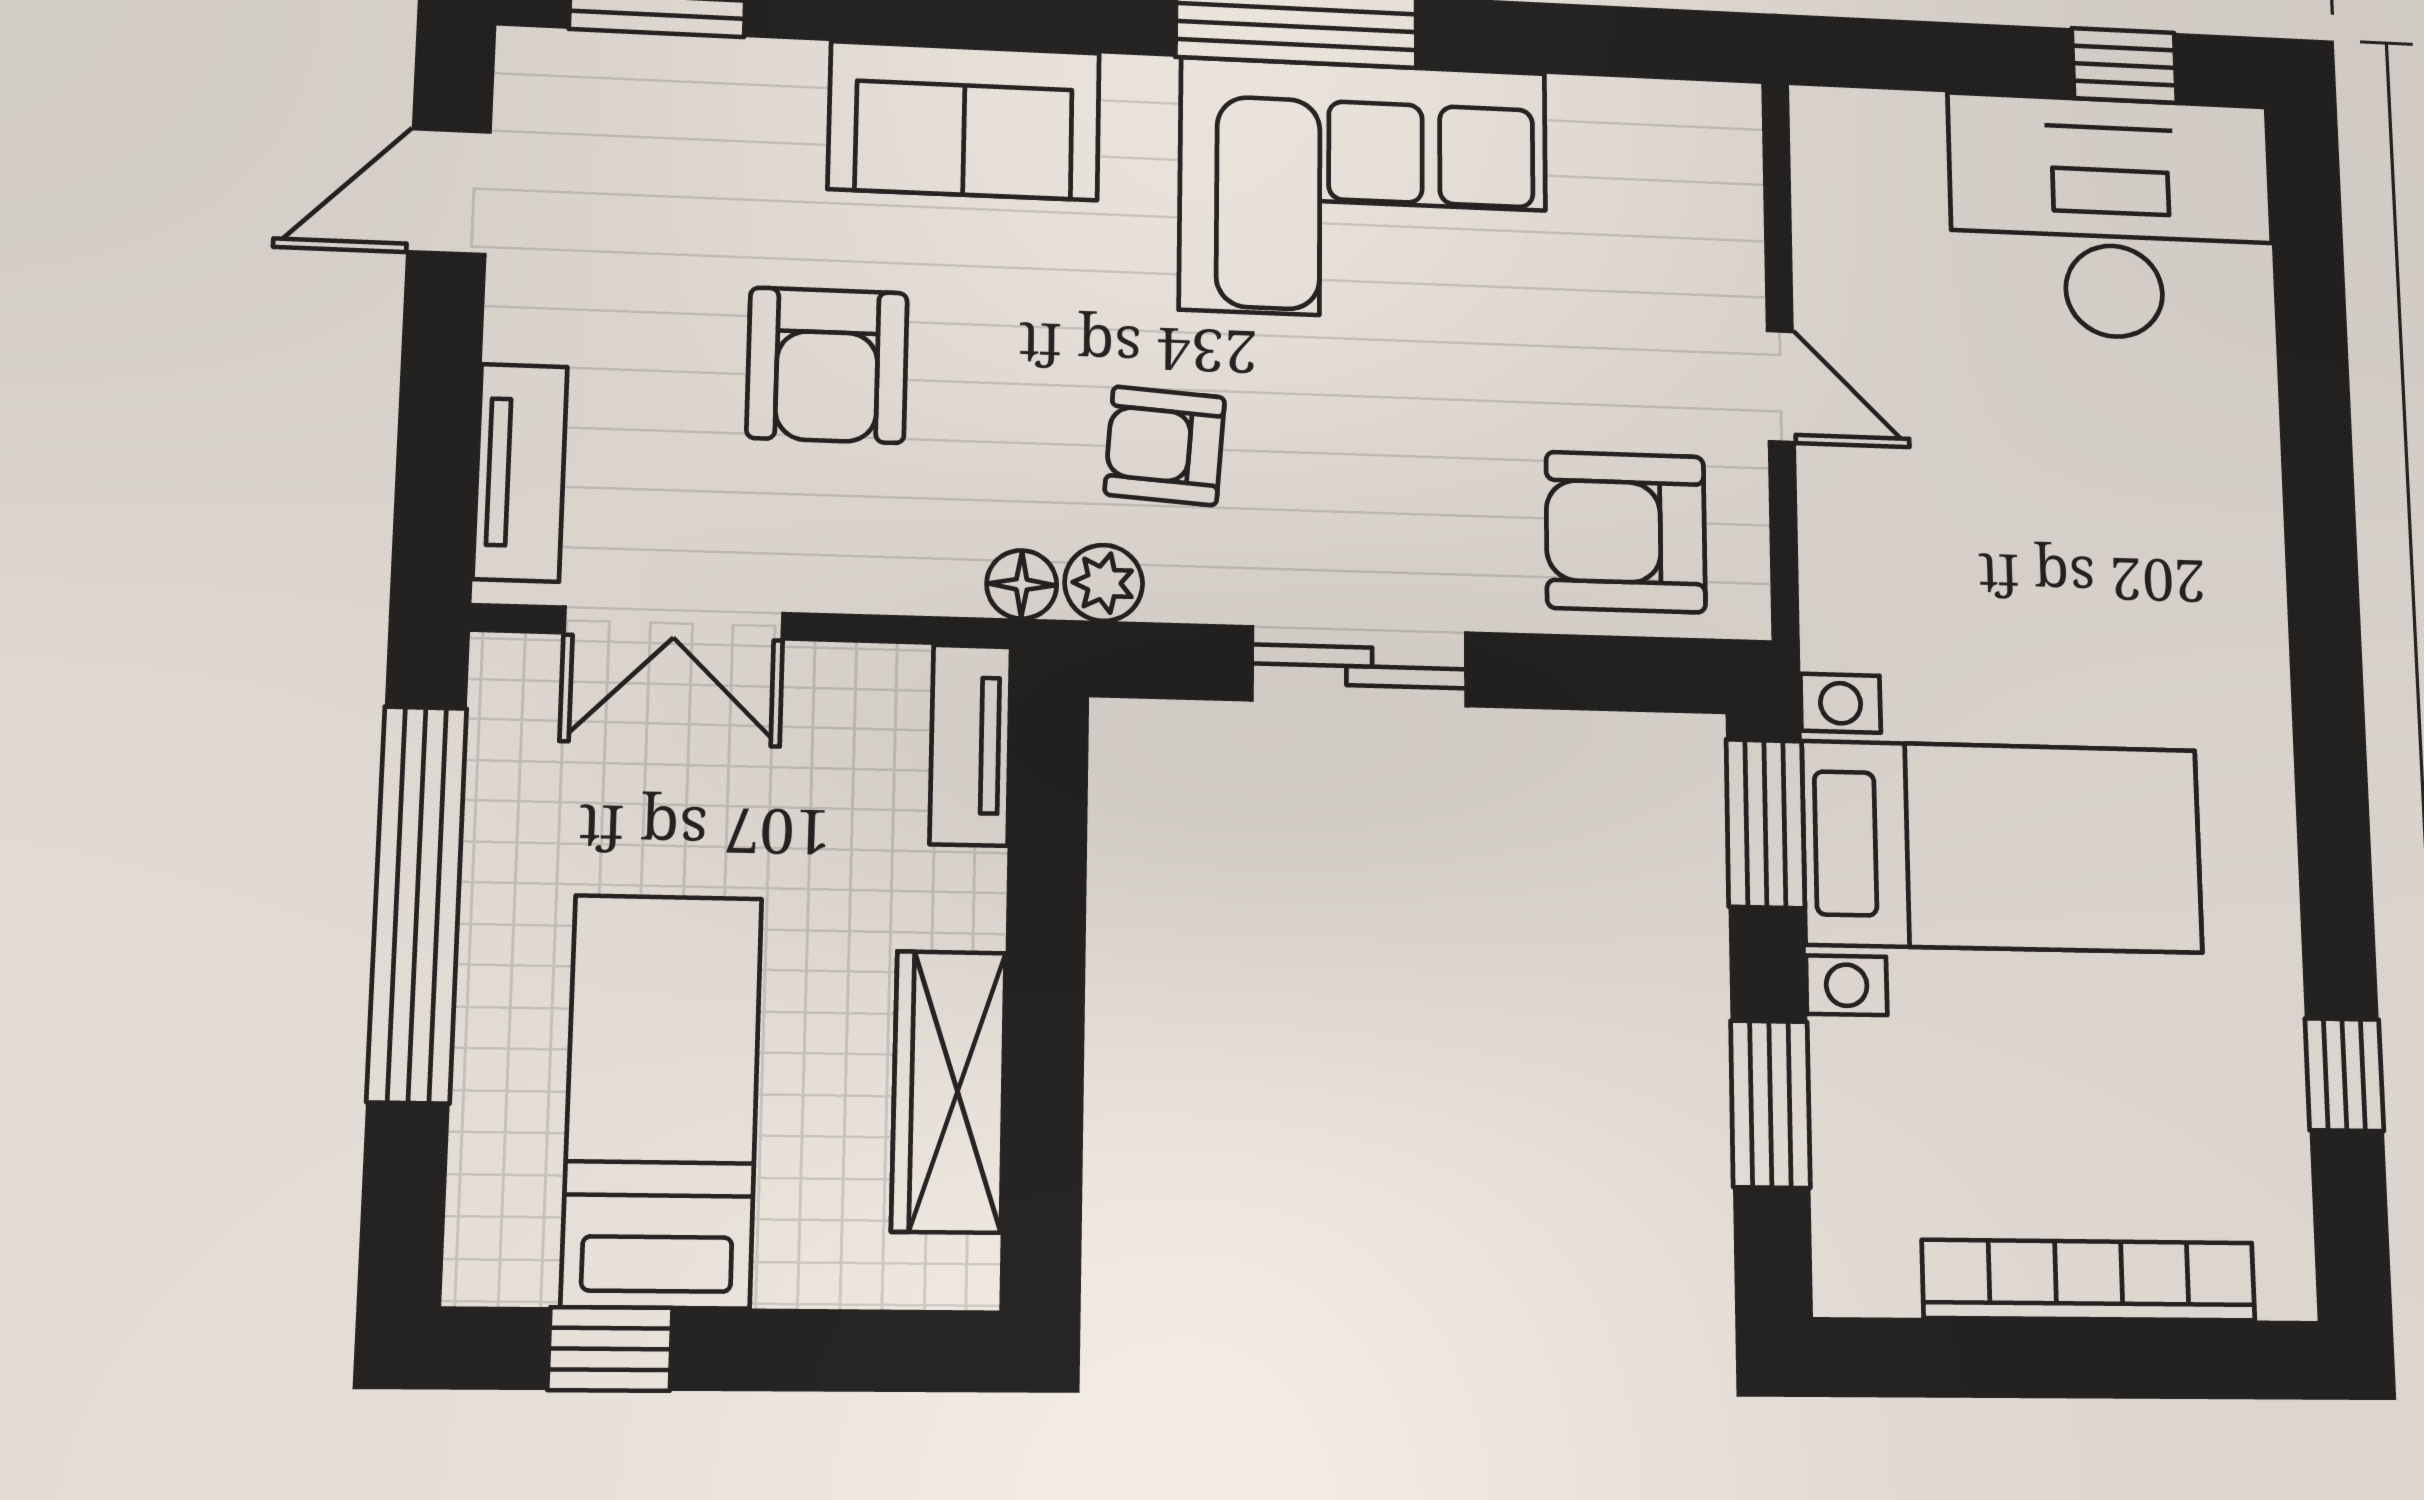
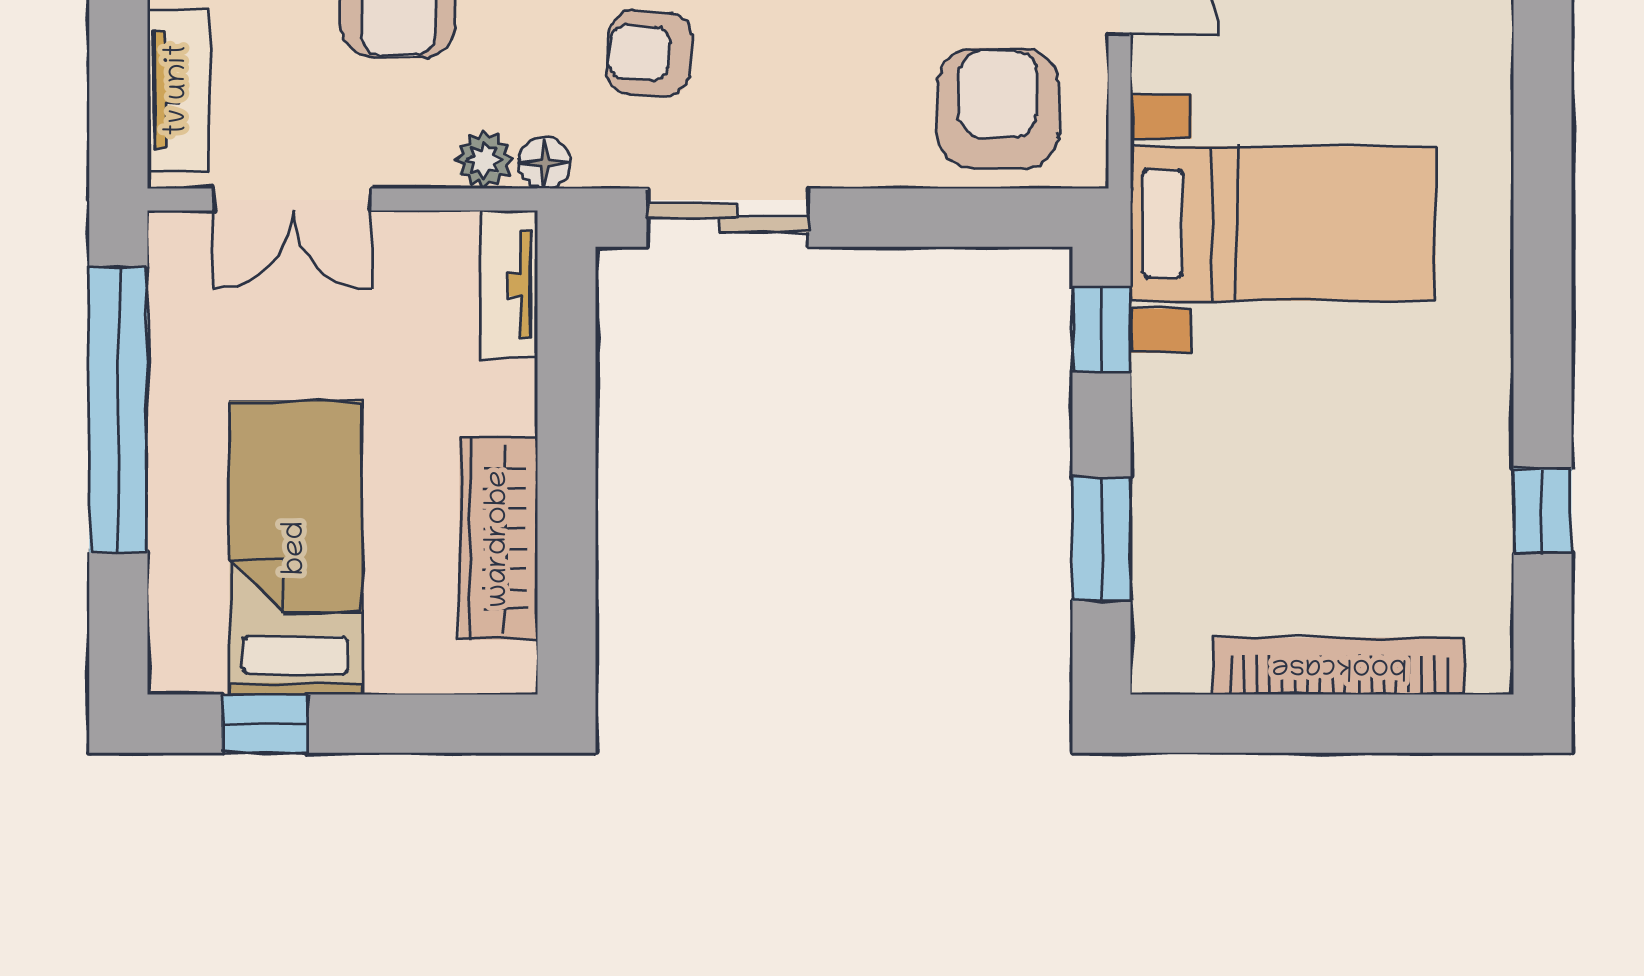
armchair: (1626, 532) -> (998, 108), turned 90
plant: (1104, 583) -> (484, 160), moved
sliding door: (1359, 666) -> (728, 218), moved
window: (1765, 824) -> (1101, 329), width x0.67
bed with nightstands: (2002, 847) -> (1283, 224), moved

